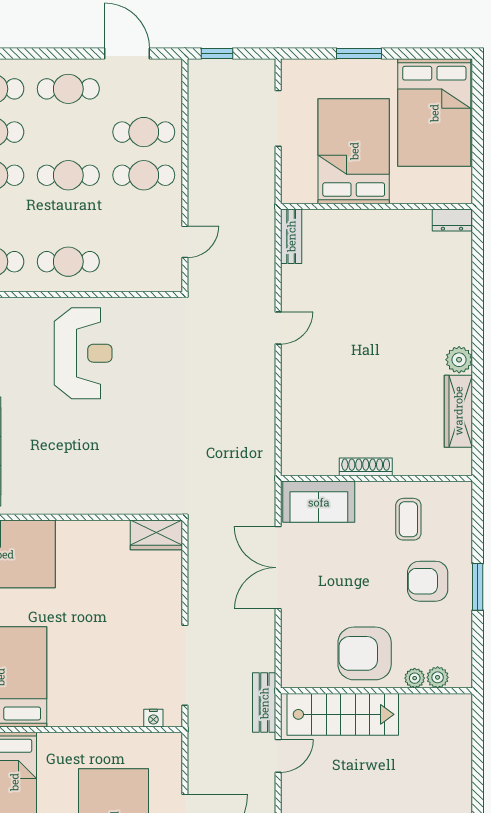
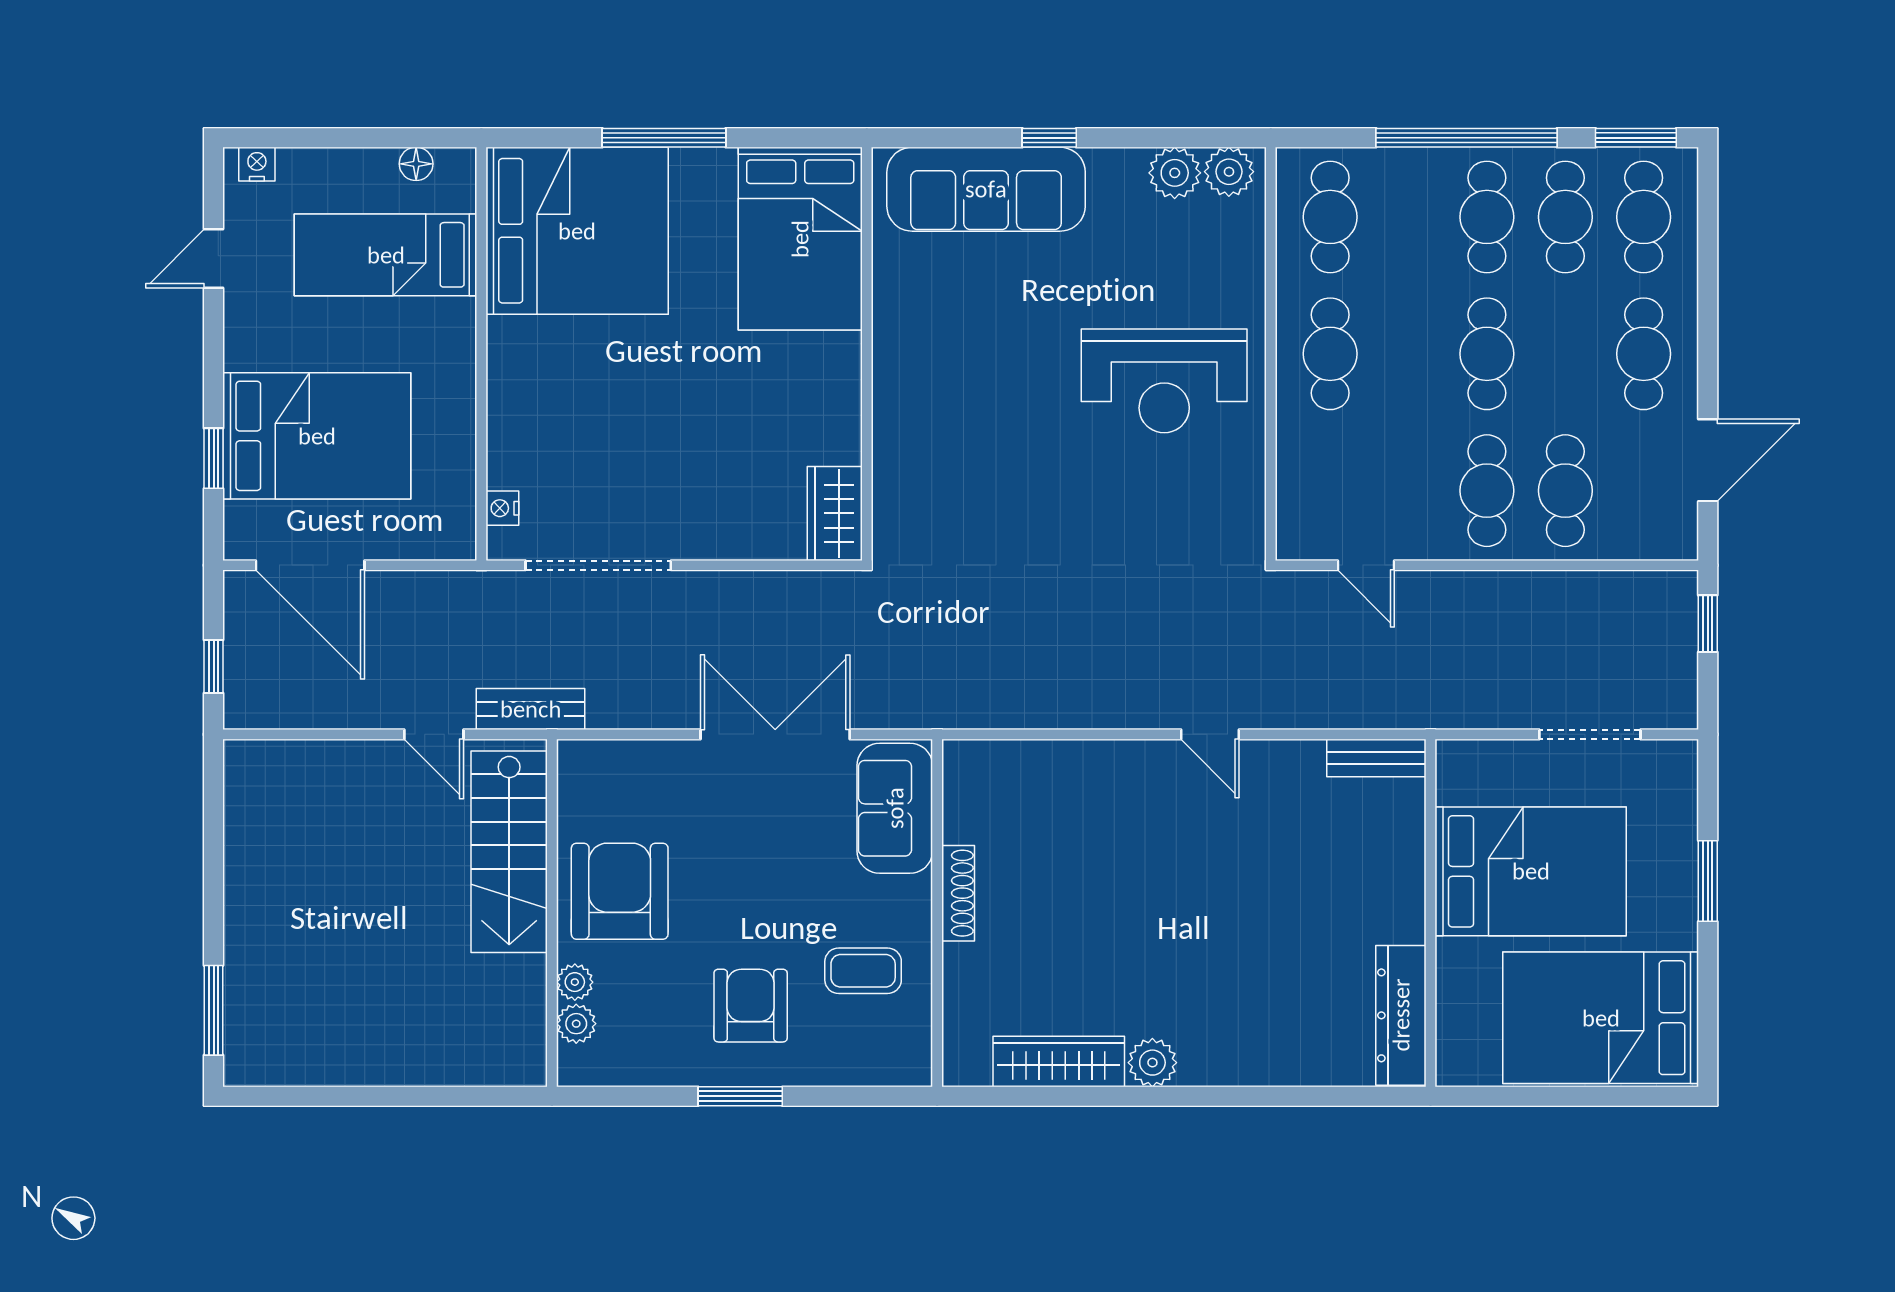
dresser: (452, 220) -> (1401, 1015), width x1.96, depth x1.24

